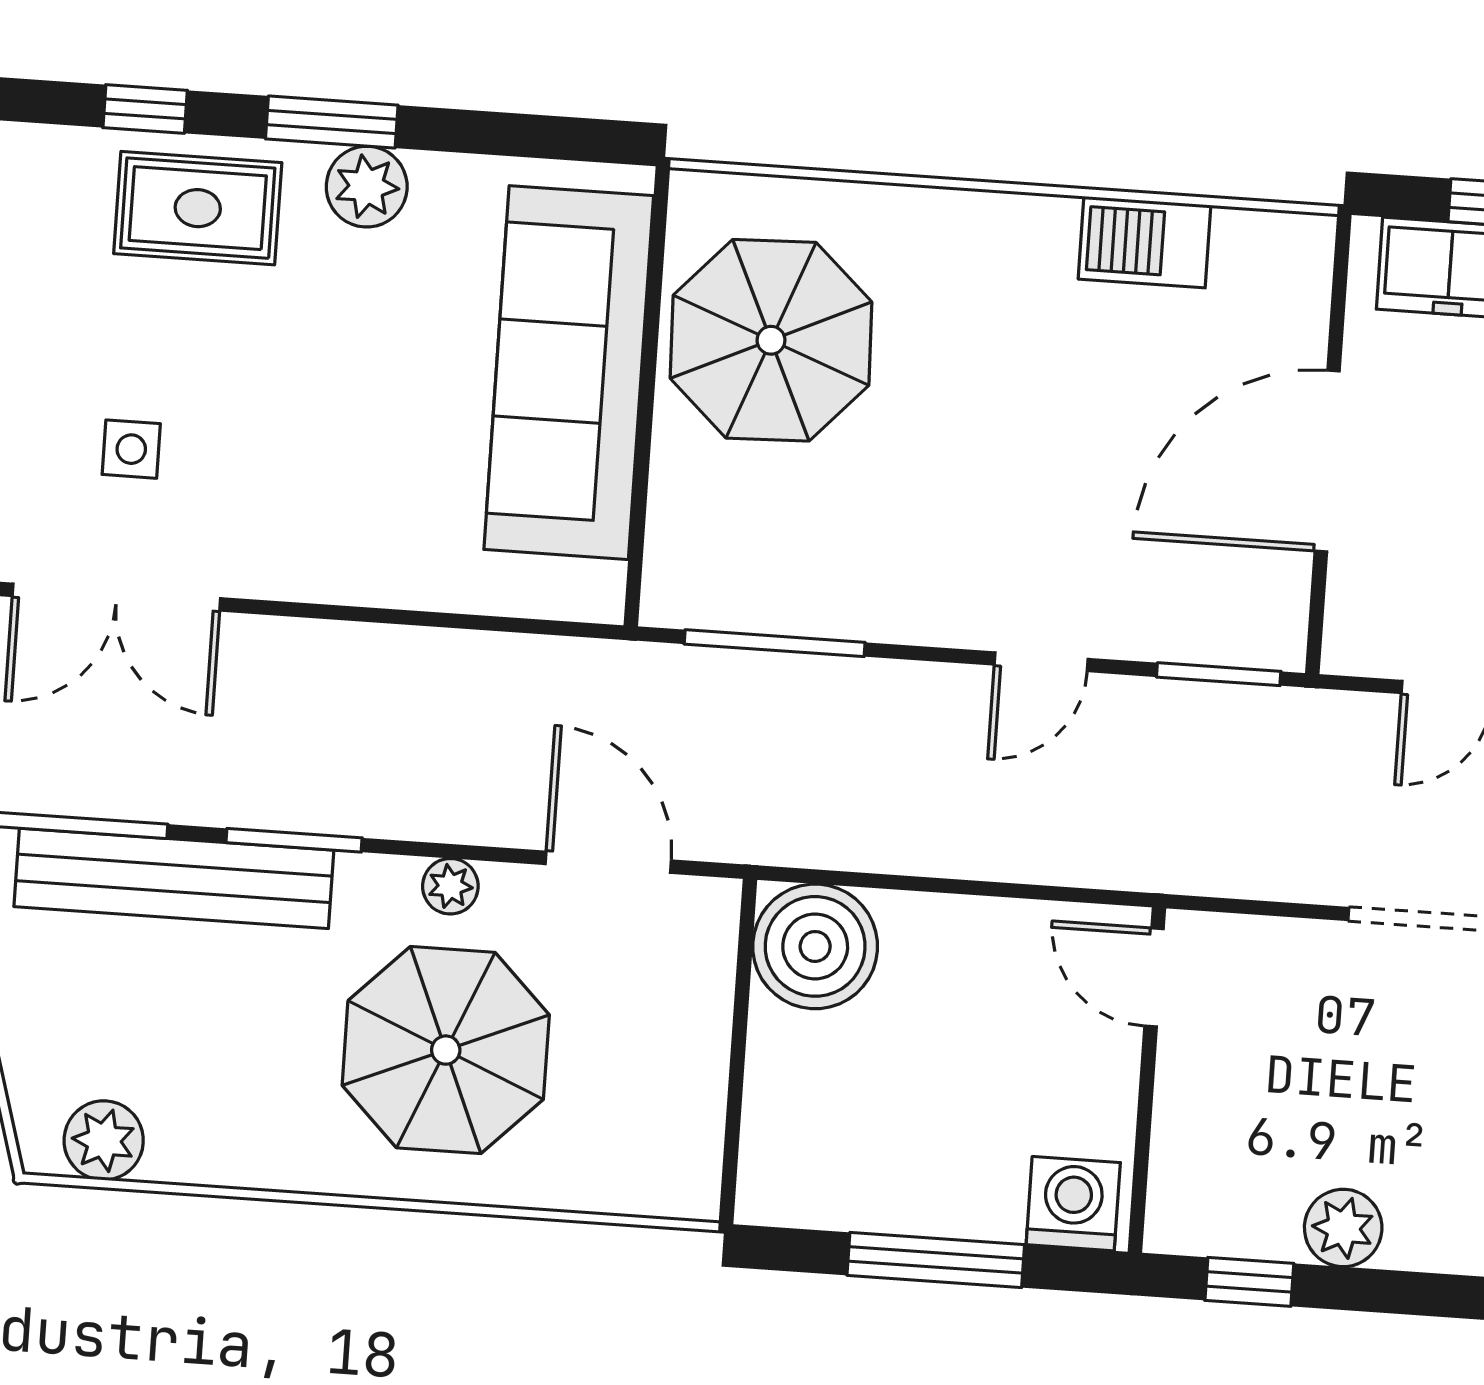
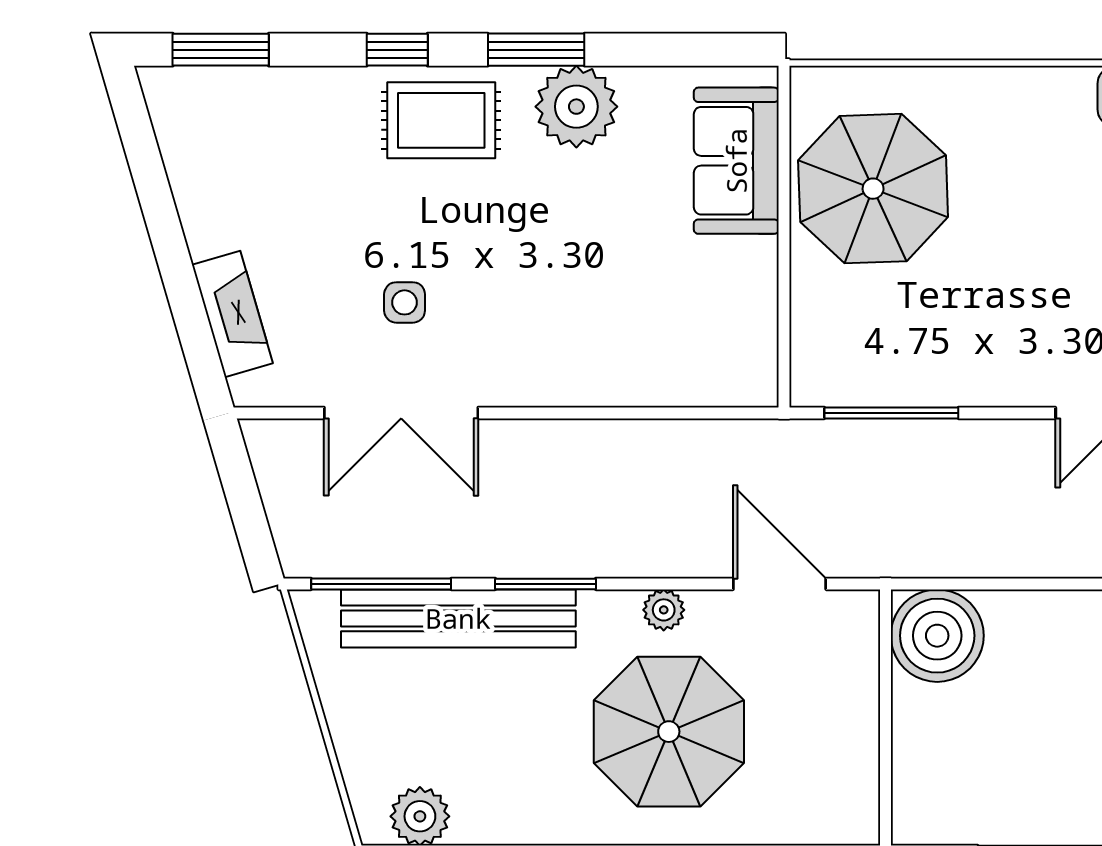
plant: (367, 187) -> (576, 107), width x1.36, depth x1.36
sofa: (569, 373) -> (736, 161), width x0.54, depth x0.79

